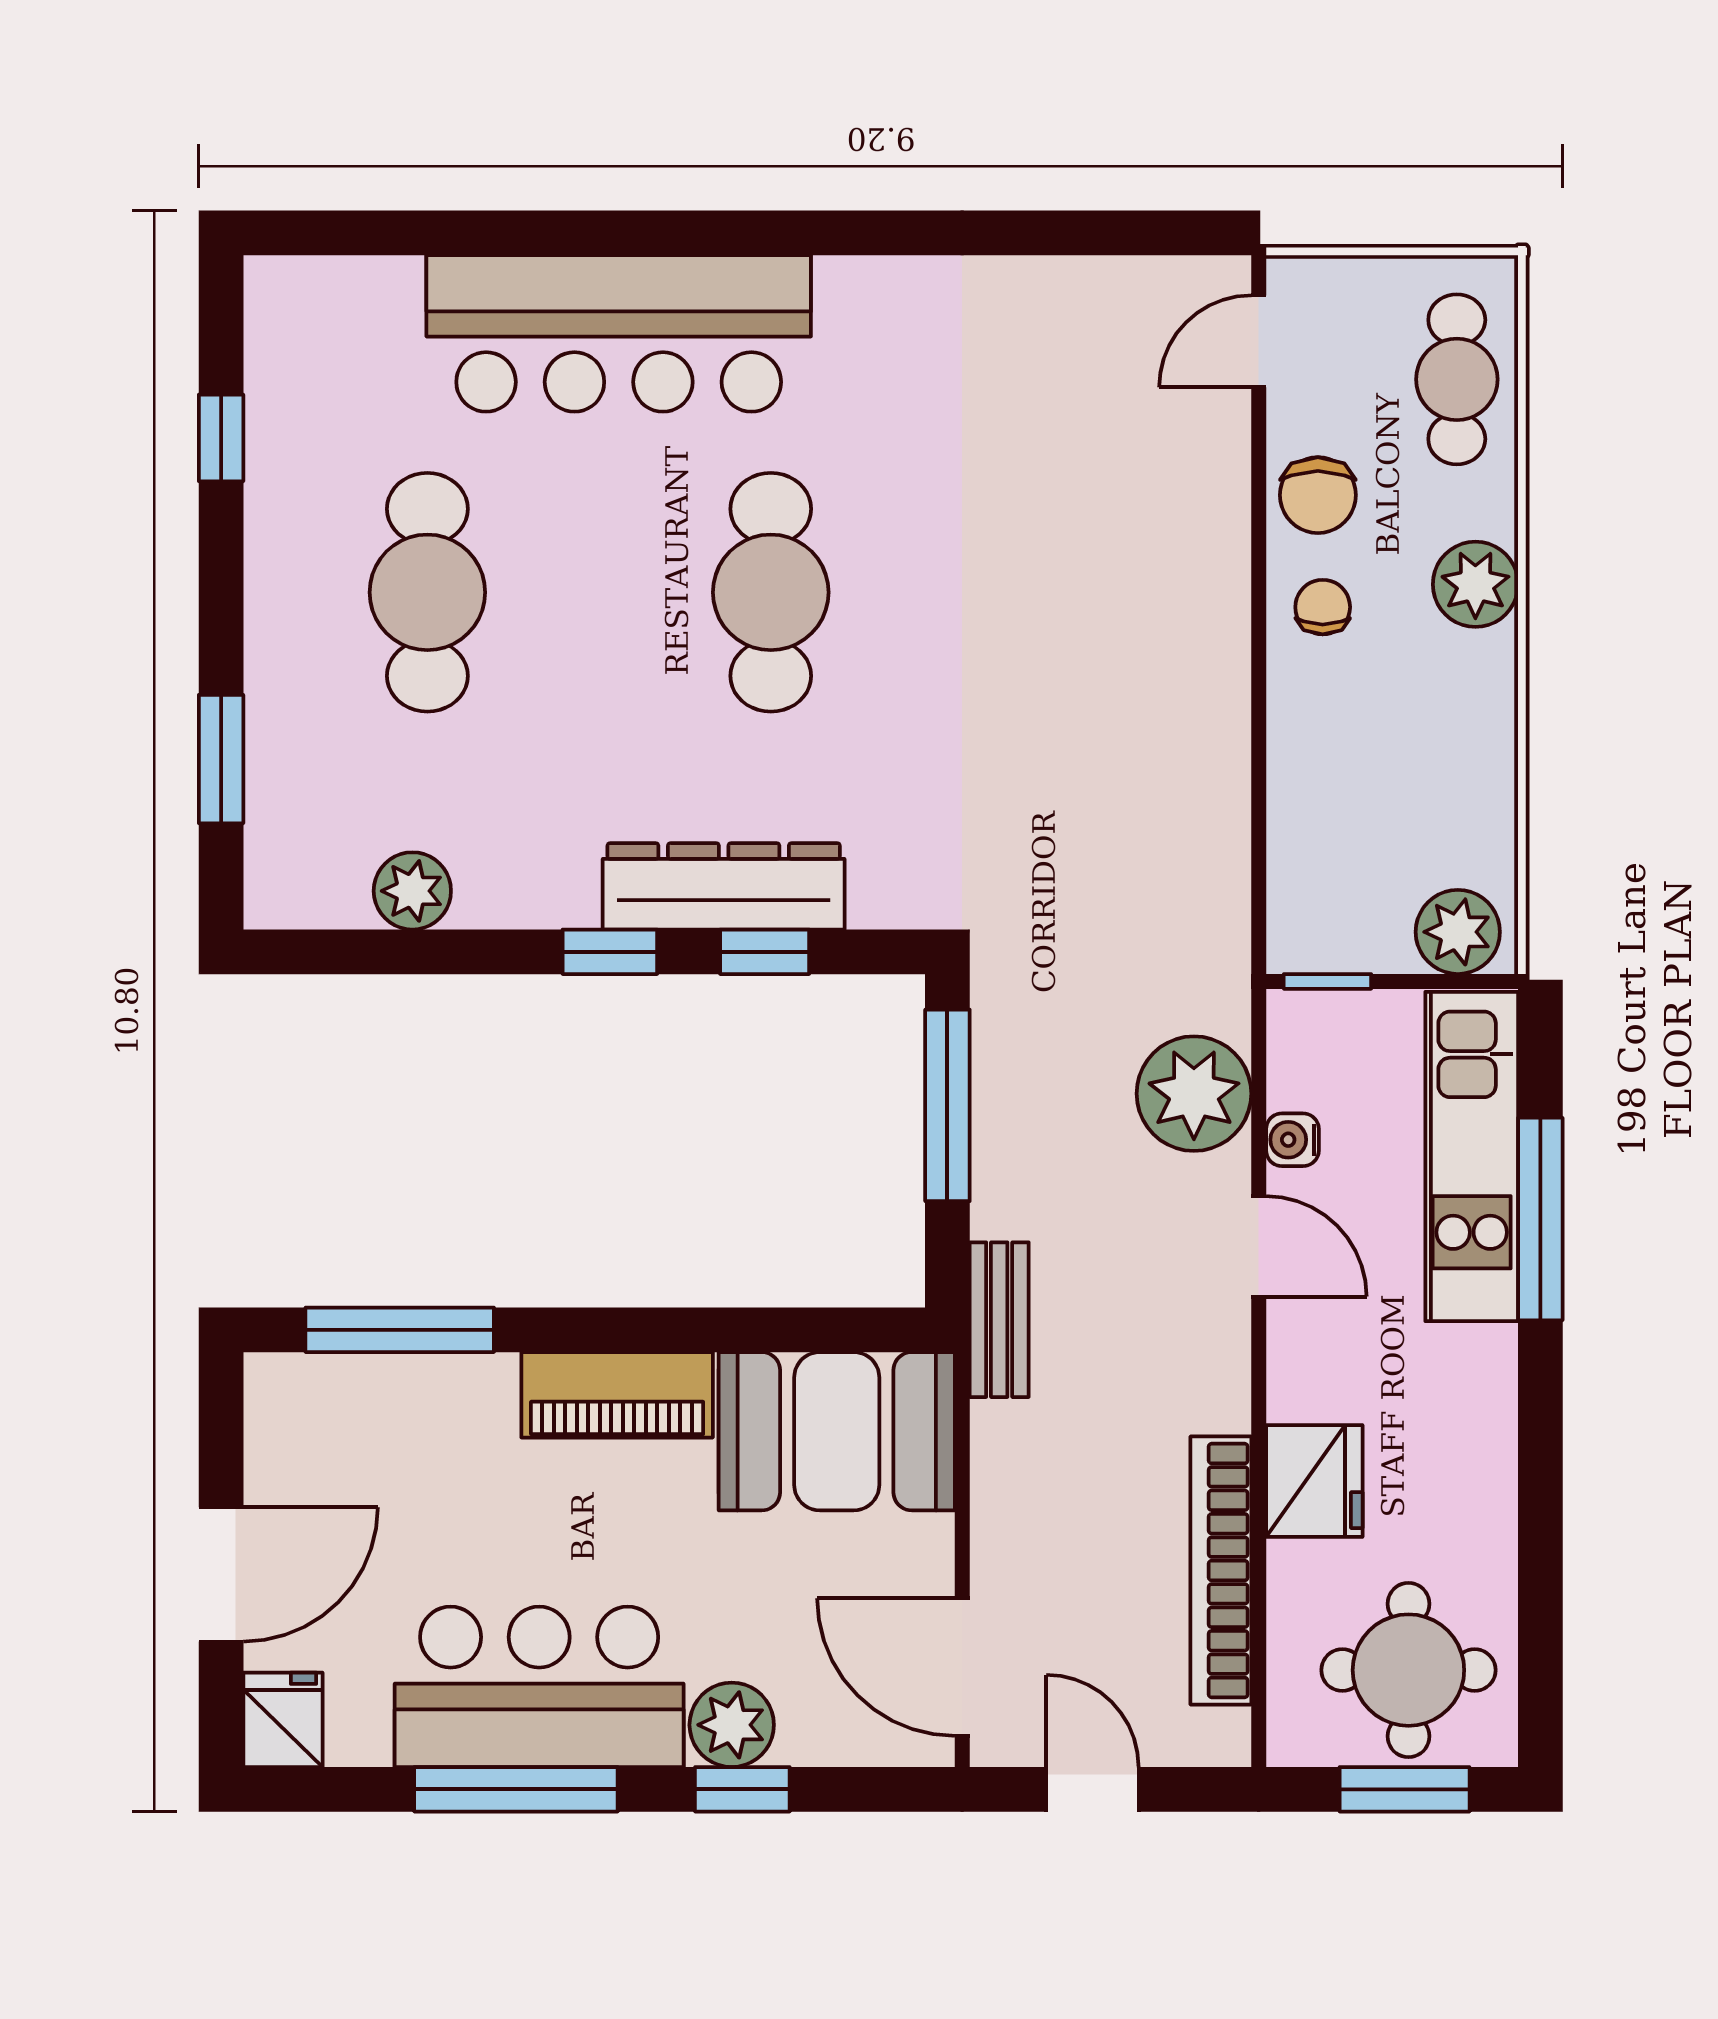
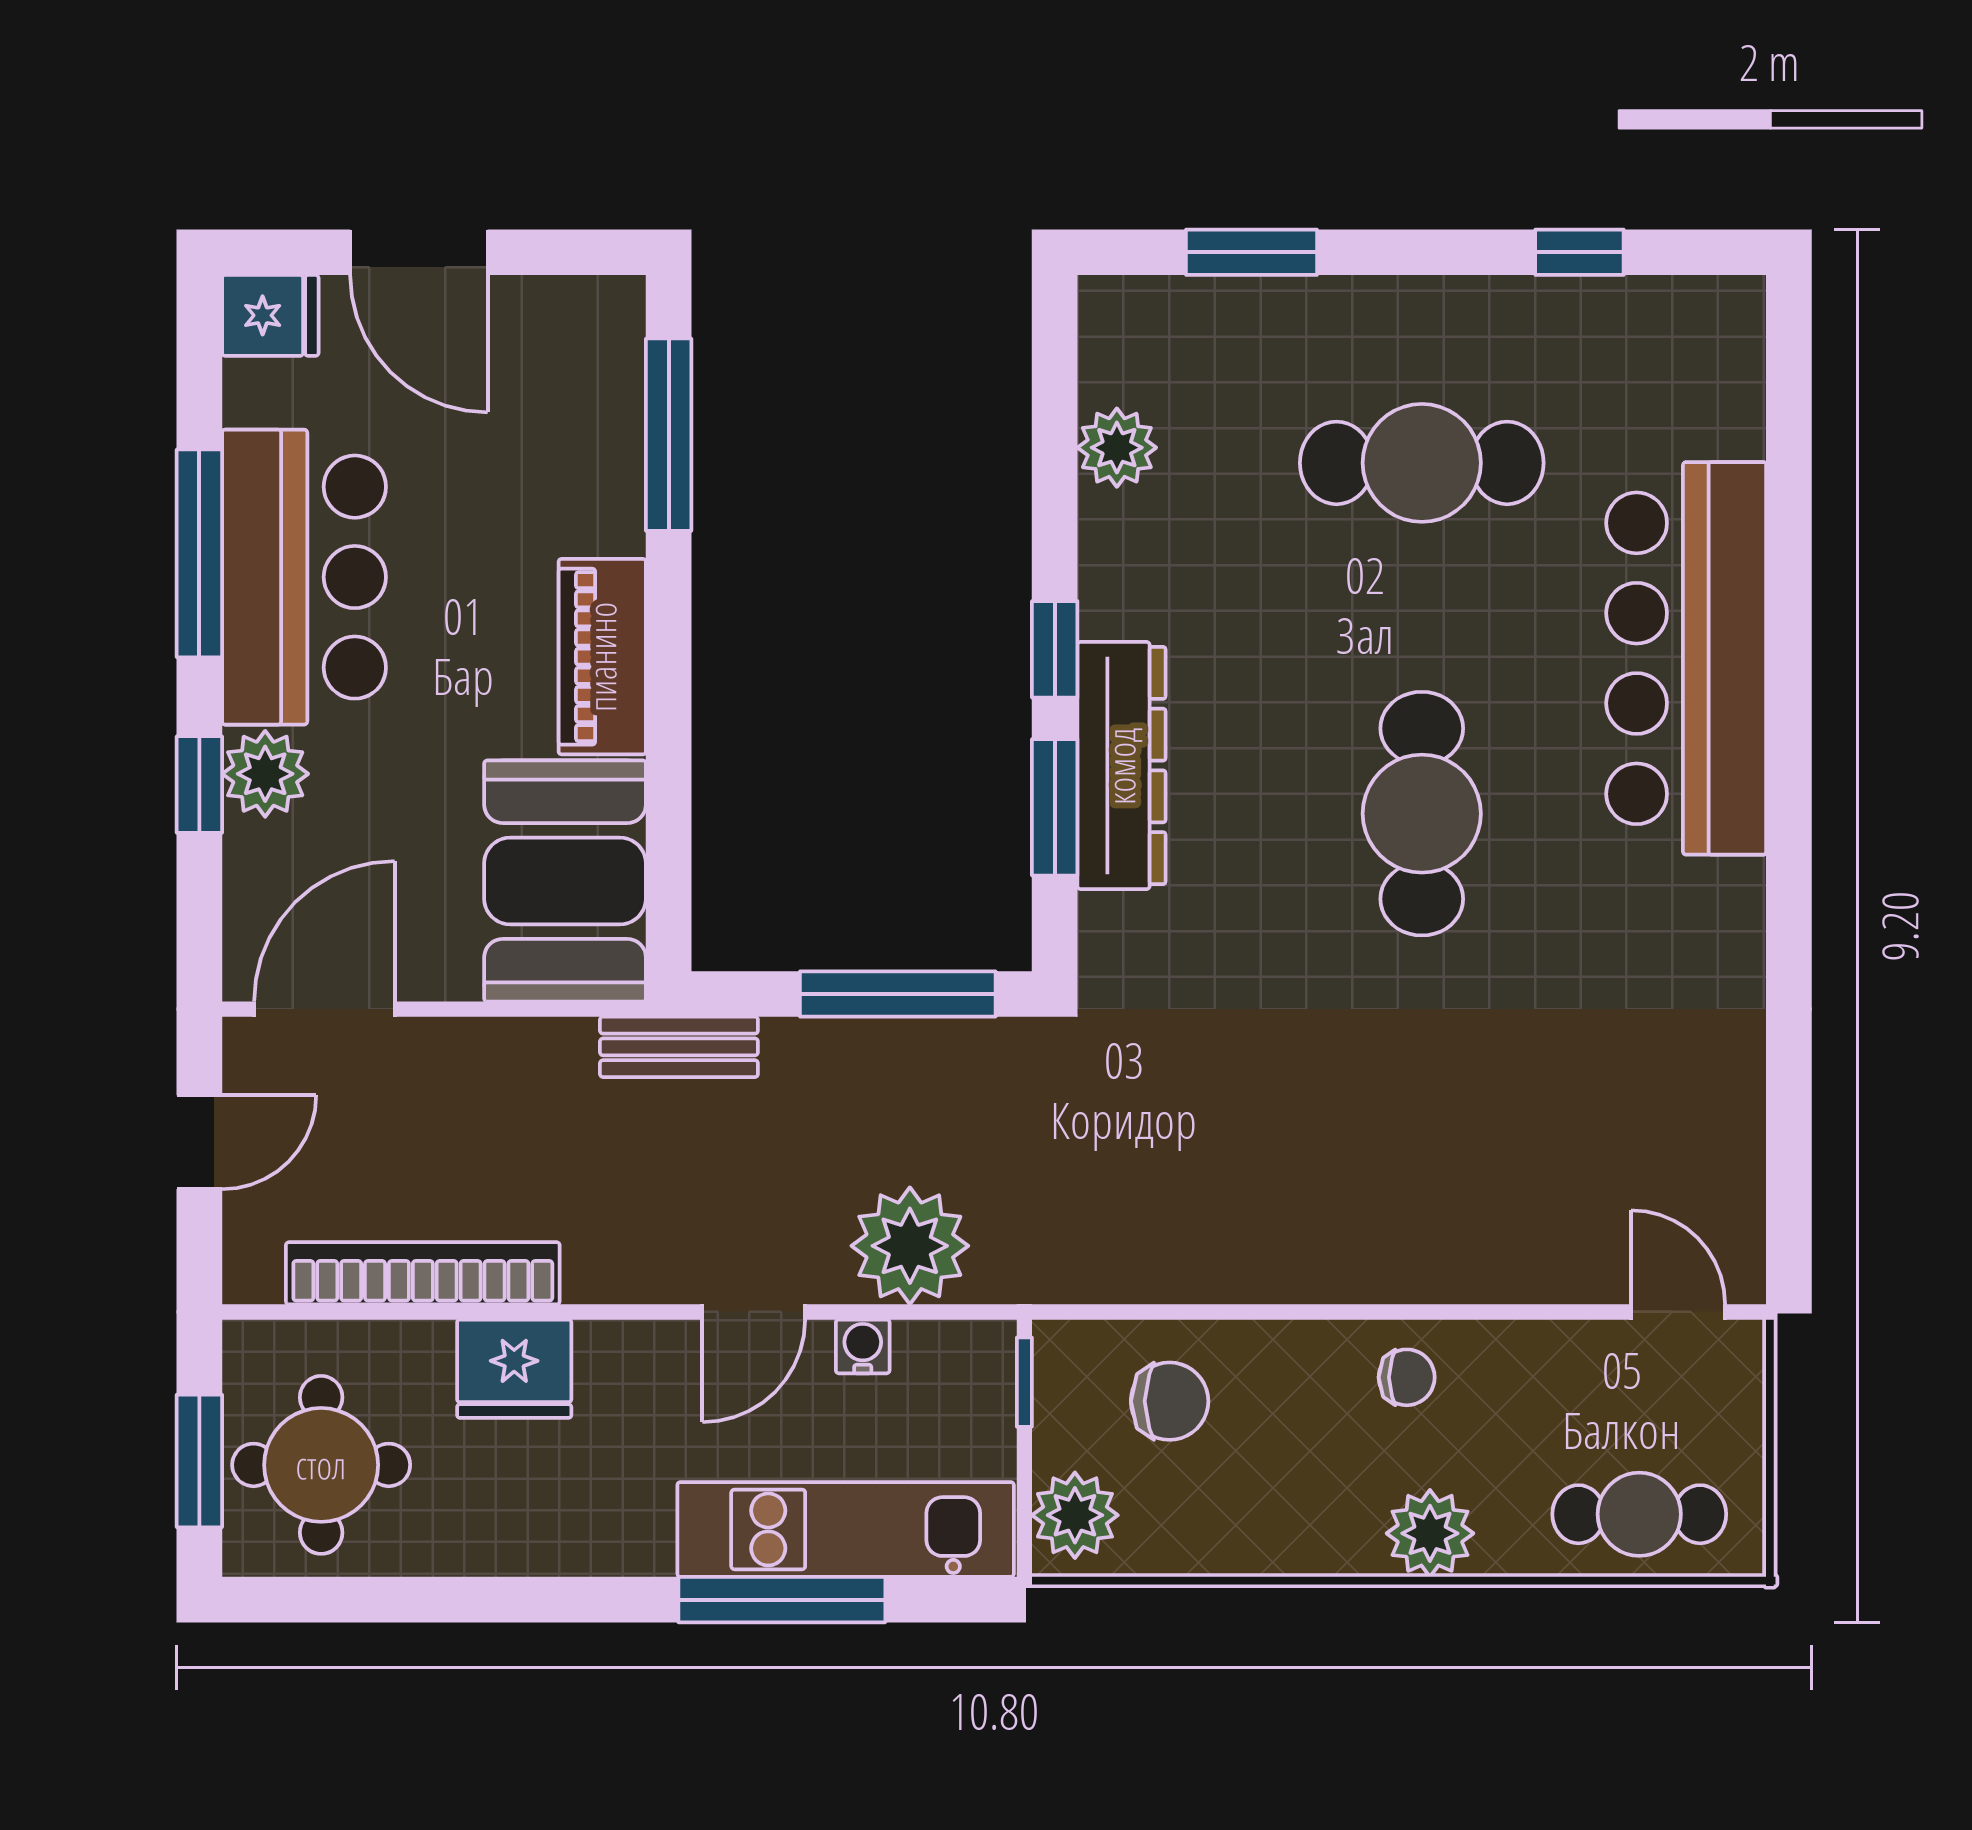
chair: (1318, 495) -> (1170, 1401), moved, turned 180
cafe table: (771, 592) -> (1422, 814), turned 90
window: (765, 952) -> (1055, 807), width x1.50

